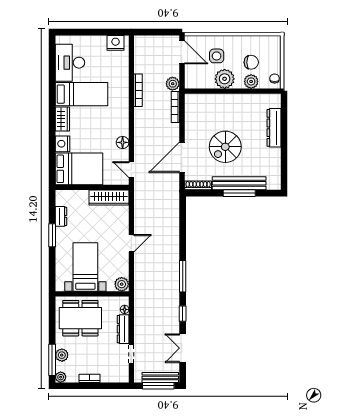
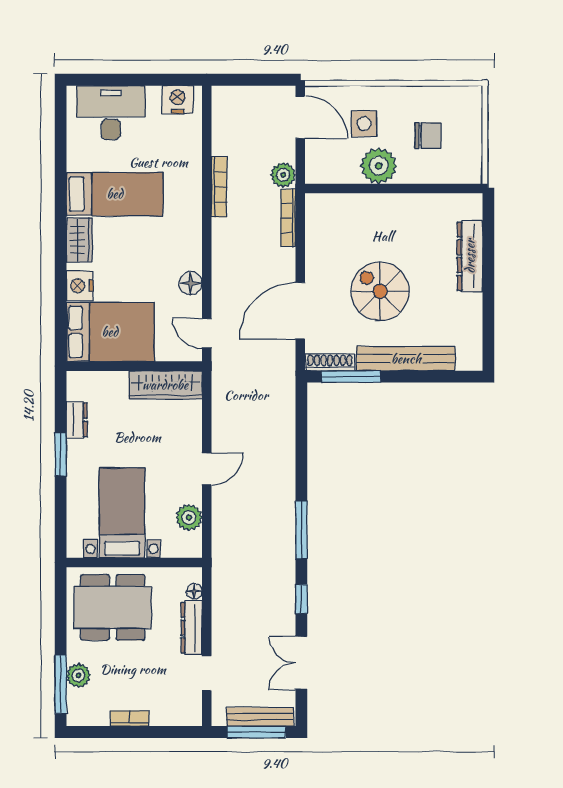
desk: (70, 63) -> (111, 113), moved, turned 90
chair: (275, 78) -> (471, 165), removed
plant: (251, 81) -> (428, 171), removed
spiral stairs: (225, 147) -> (380, 291), turned 90
window: (239, 193) -> (351, 377), moved
plant: (122, 284) -> (189, 517), moved
plant: (61, 377) -> (76, 716), removed

